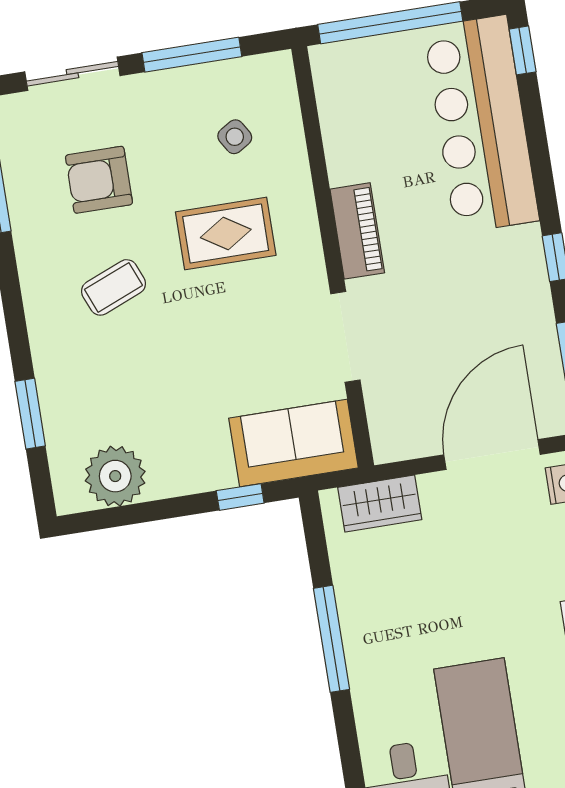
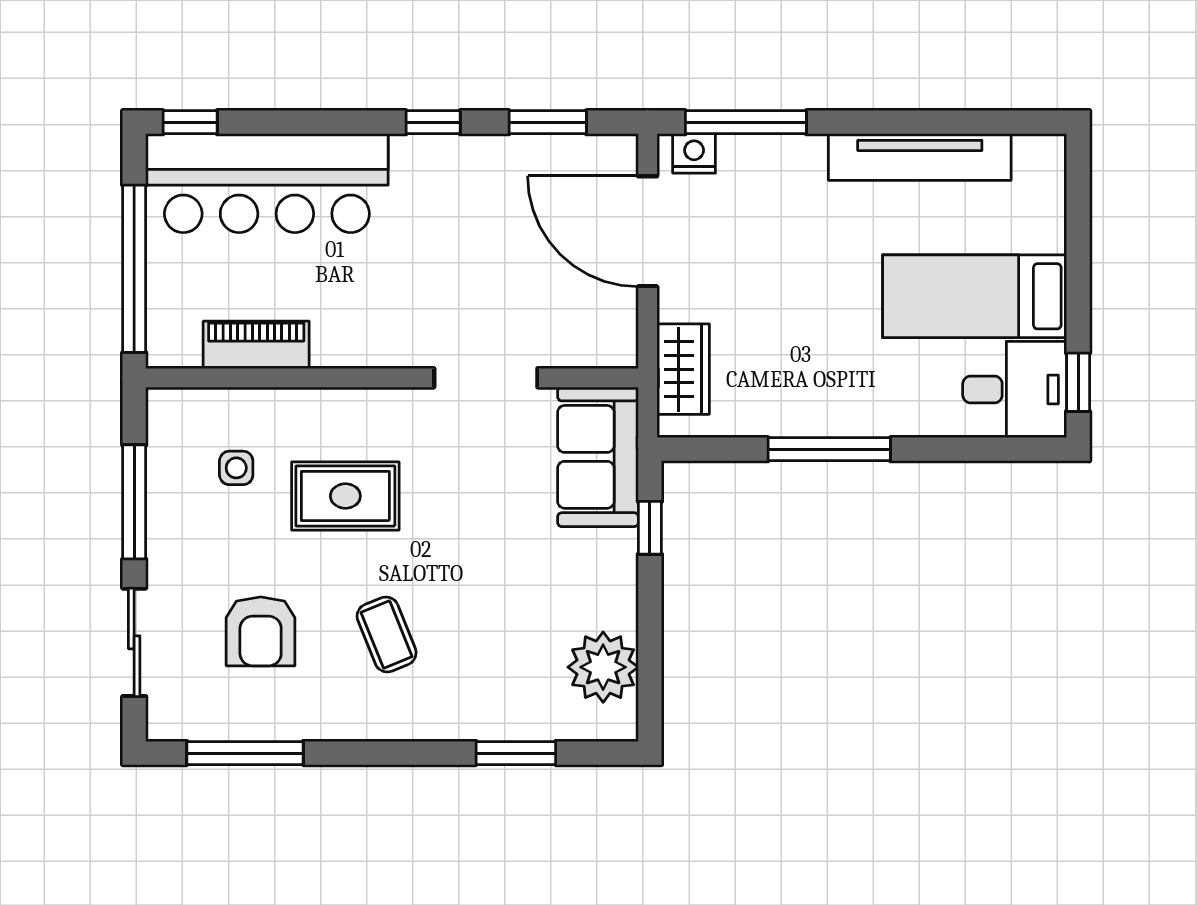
side table: (235, 137) -> (236, 468), turned 31
piano: (357, 231) -> (256, 345), moved
rug: (226, 234) -> (345, 496), turned 90

